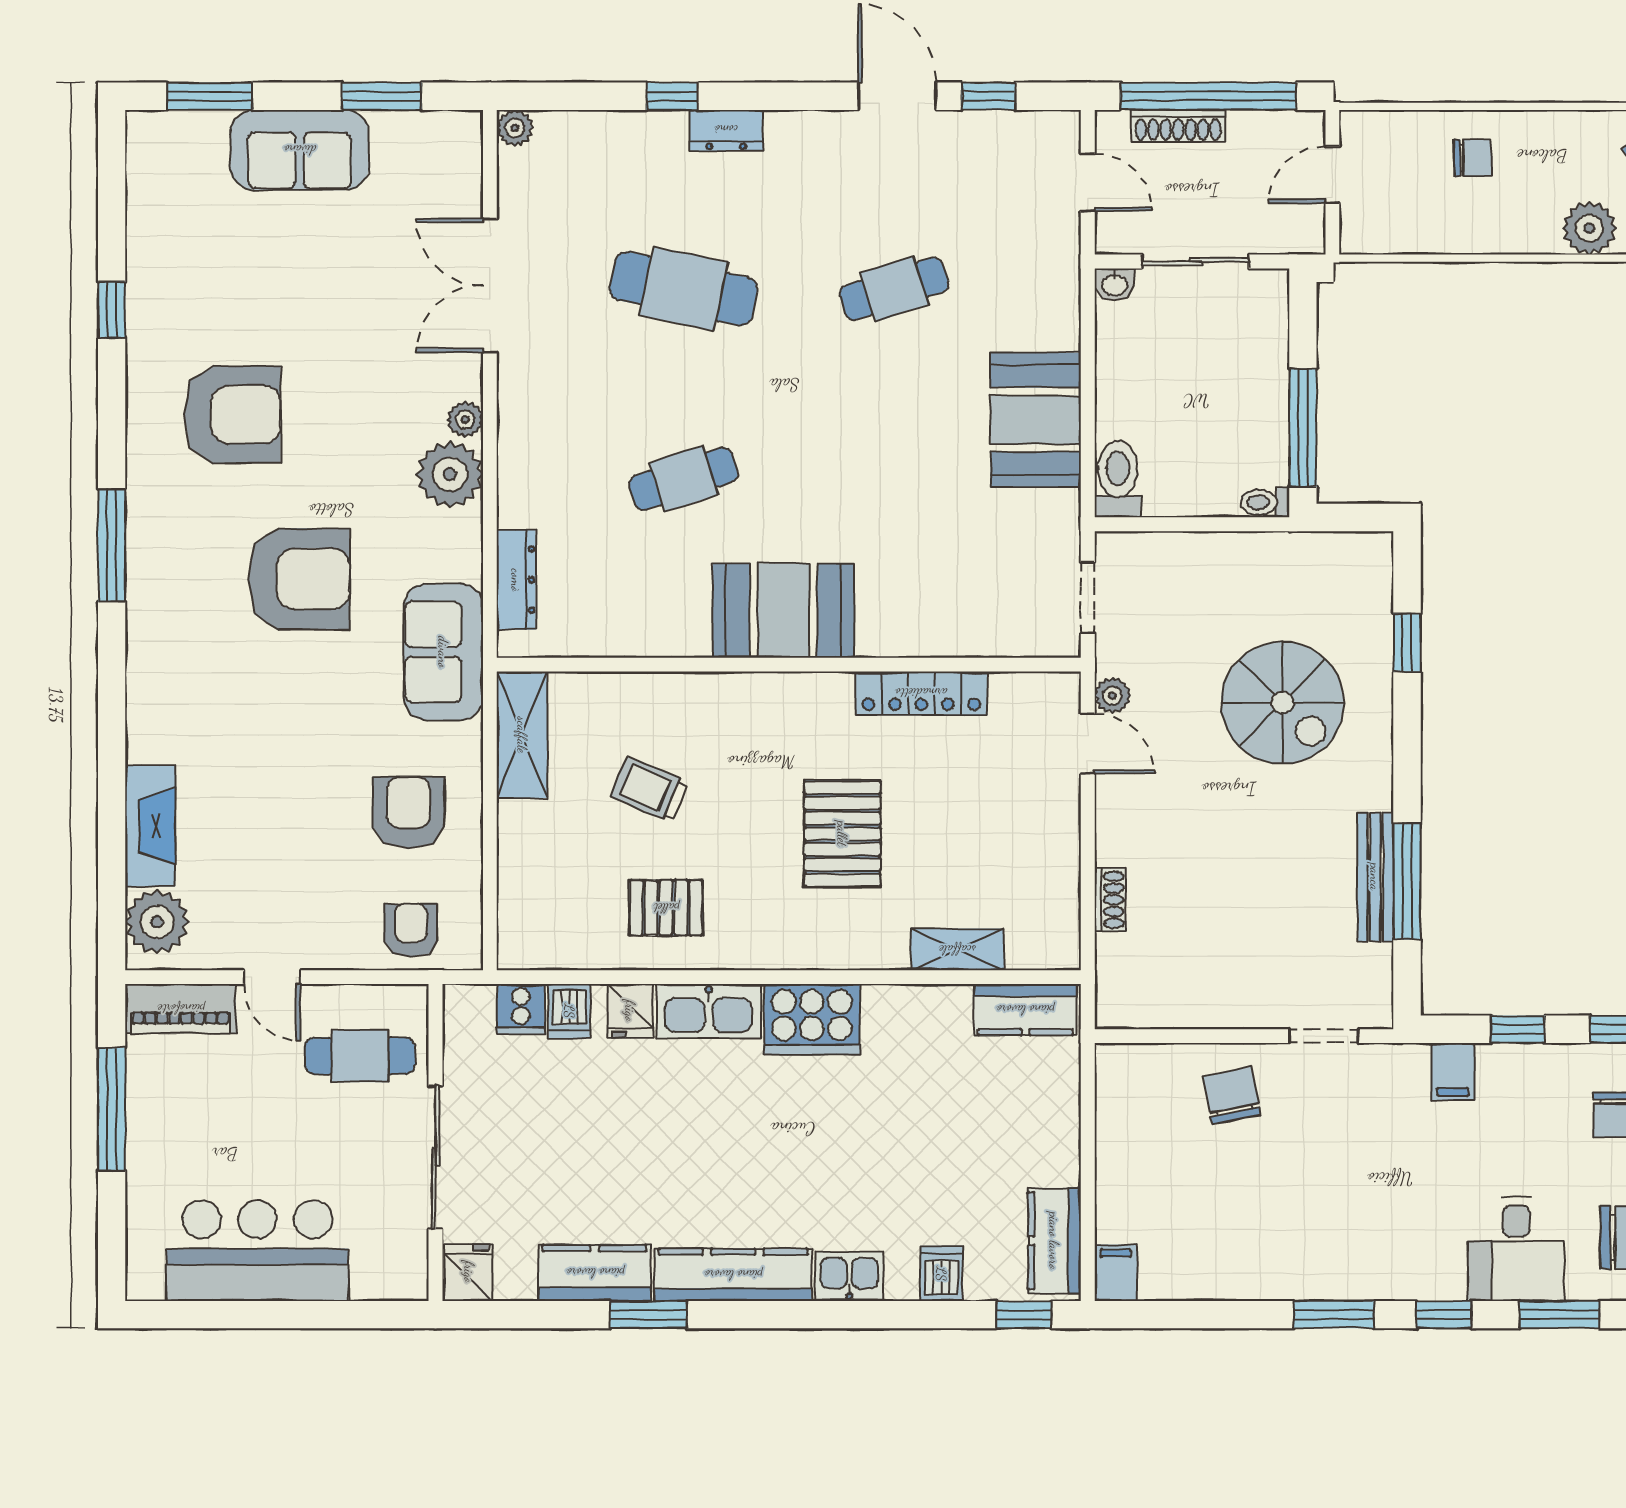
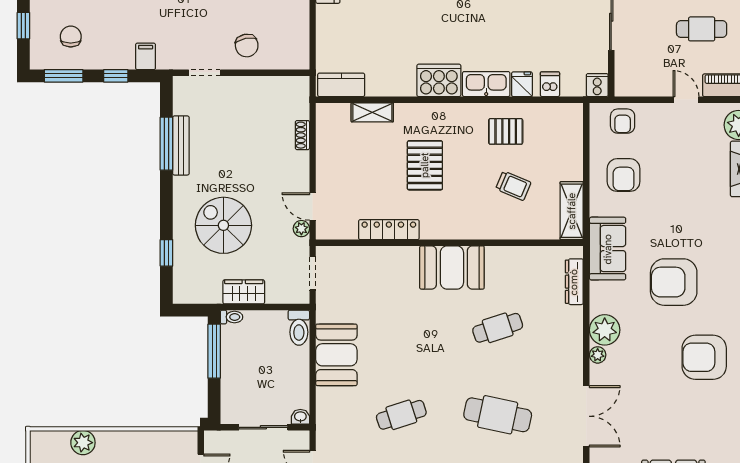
wardrobe: (1238, 557) -> (244, 292), added
cooker: (521, 1009) -> (597, 85), moved
cafe table: (360, 1056) -> (702, 29), moved

